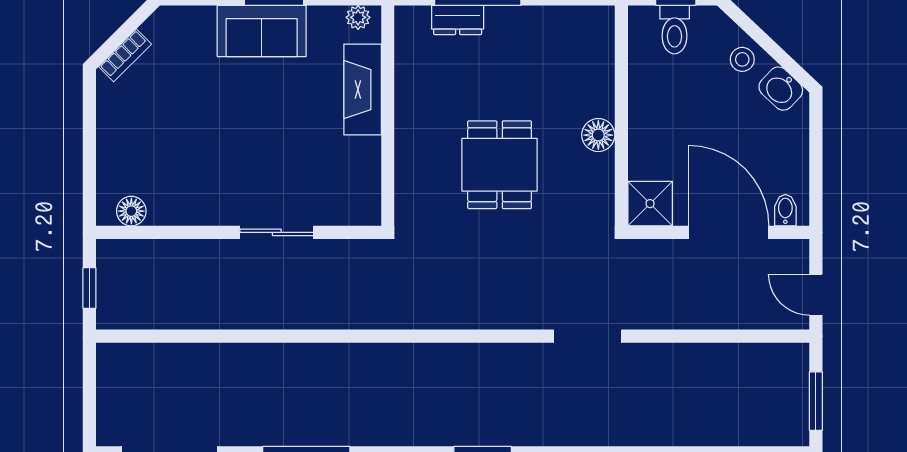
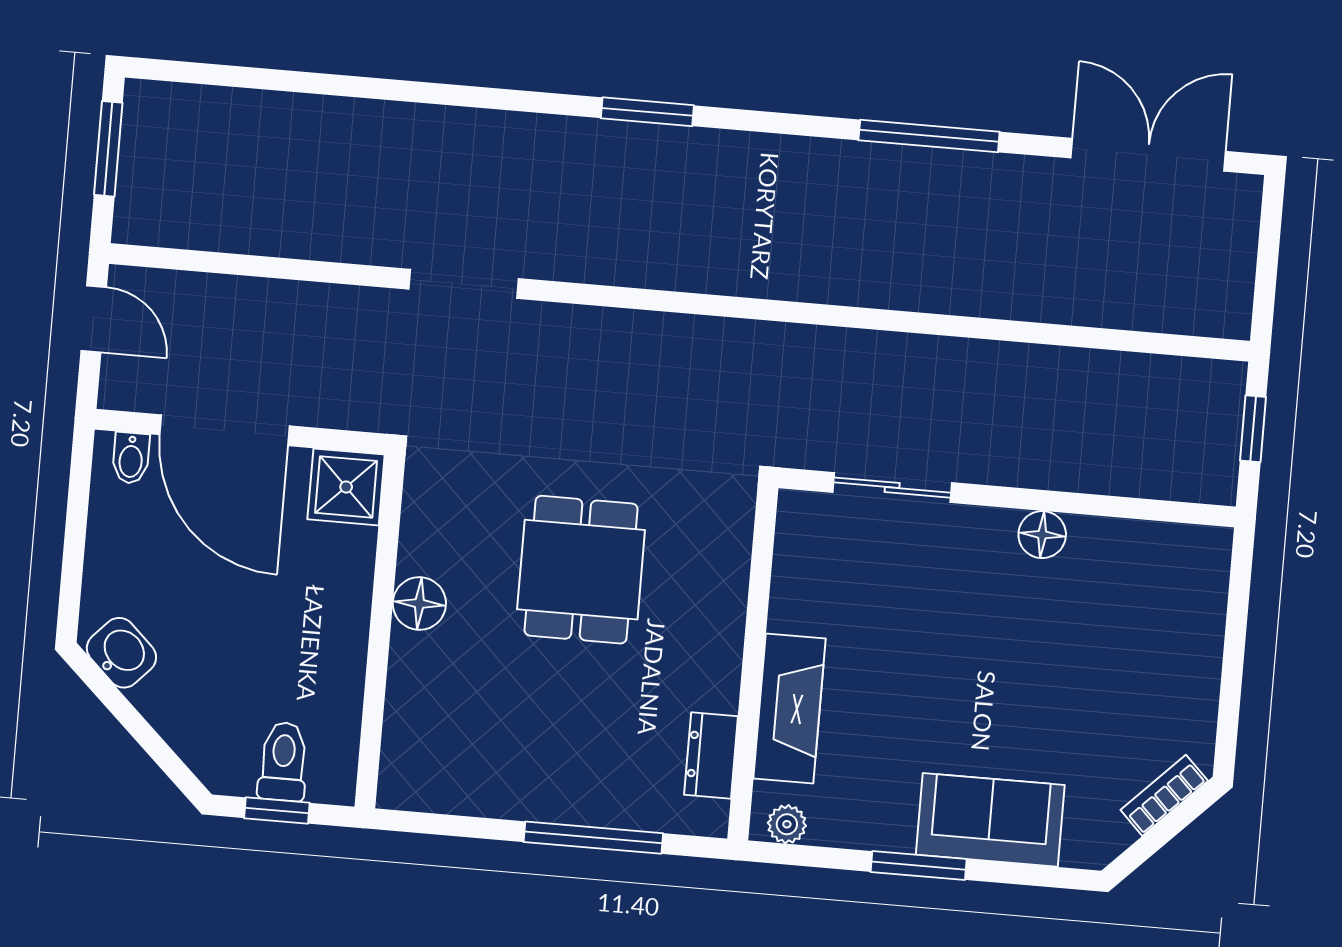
dresser: (458, 20) -> (711, 755), moved, turned -90
sofa: (262, 31) -> (990, 820), moved
stool: (742, 59) -> (179, 705), removed
floor lamp: (131, 211) -> (1042, 535), moved
sliding door: (277, 232) -> (892, 488), moved

